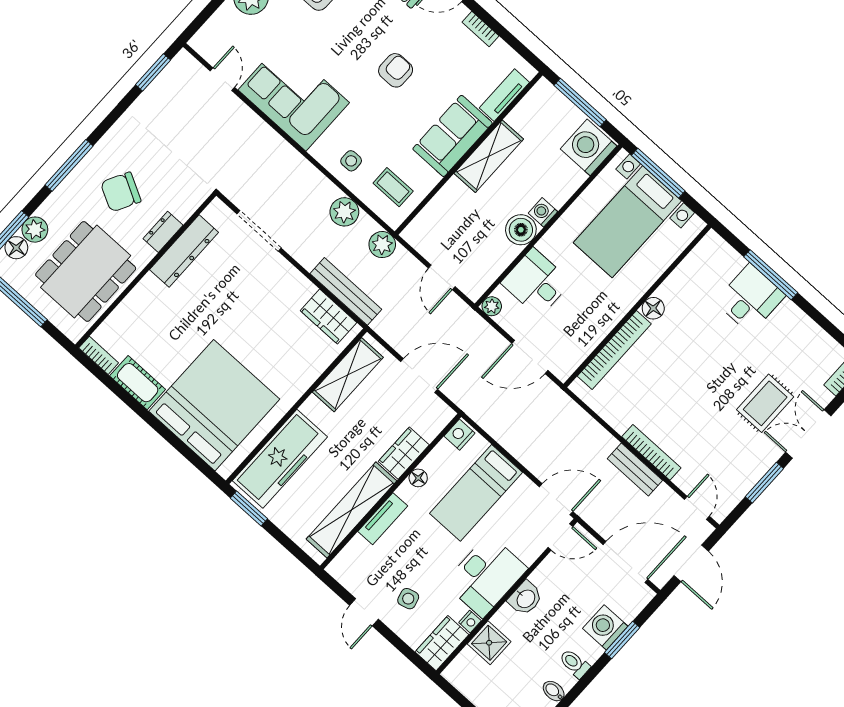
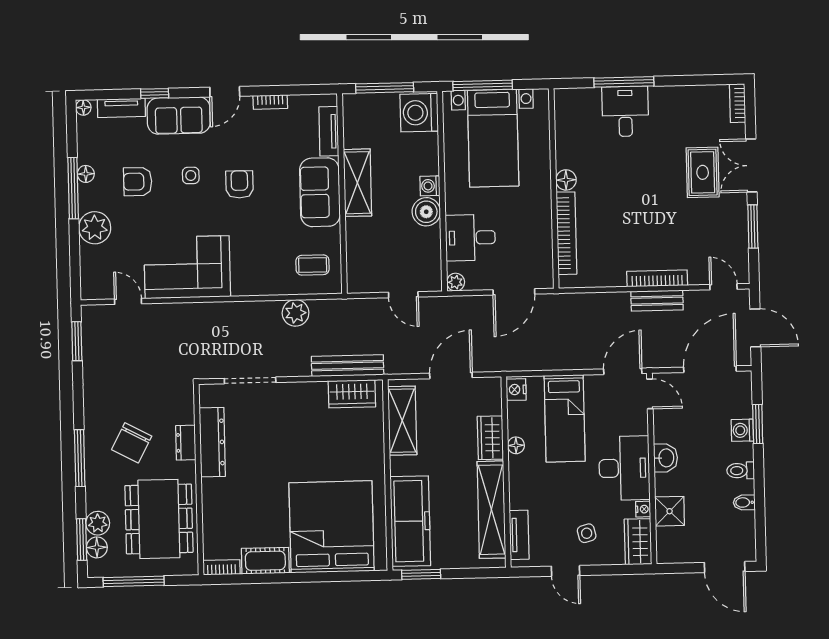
side table: (351, 161) -> (191, 175), moved
plant: (382, 245) -> (342, 311), removed
tv unit: (383, 519) -> (519, 535), moved
door: (560, 537) -> (650, 394), hinge flipped
washing machine: (605, 627) -> (742, 430), width x0.73, depth x0.73

